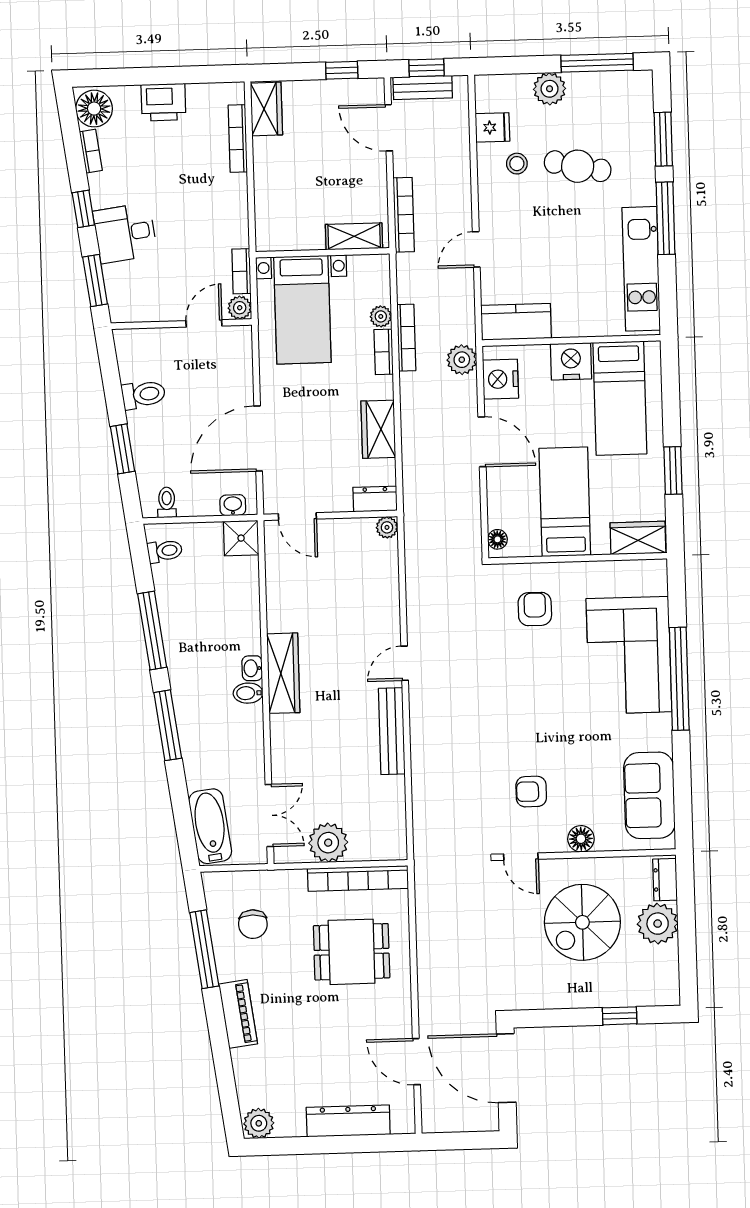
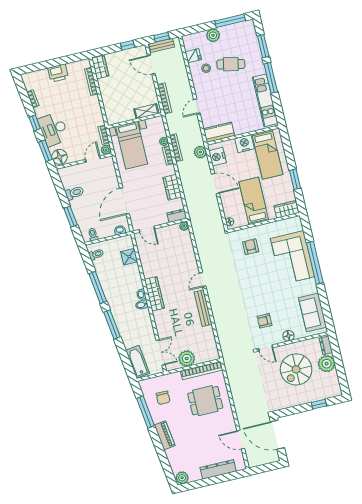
floor lamp: (94, 109) -> (60, 157), moved
desk: (125, 233) -> (53, 129), width x1.37
shower: (241, 538) -> (129, 257), moved

